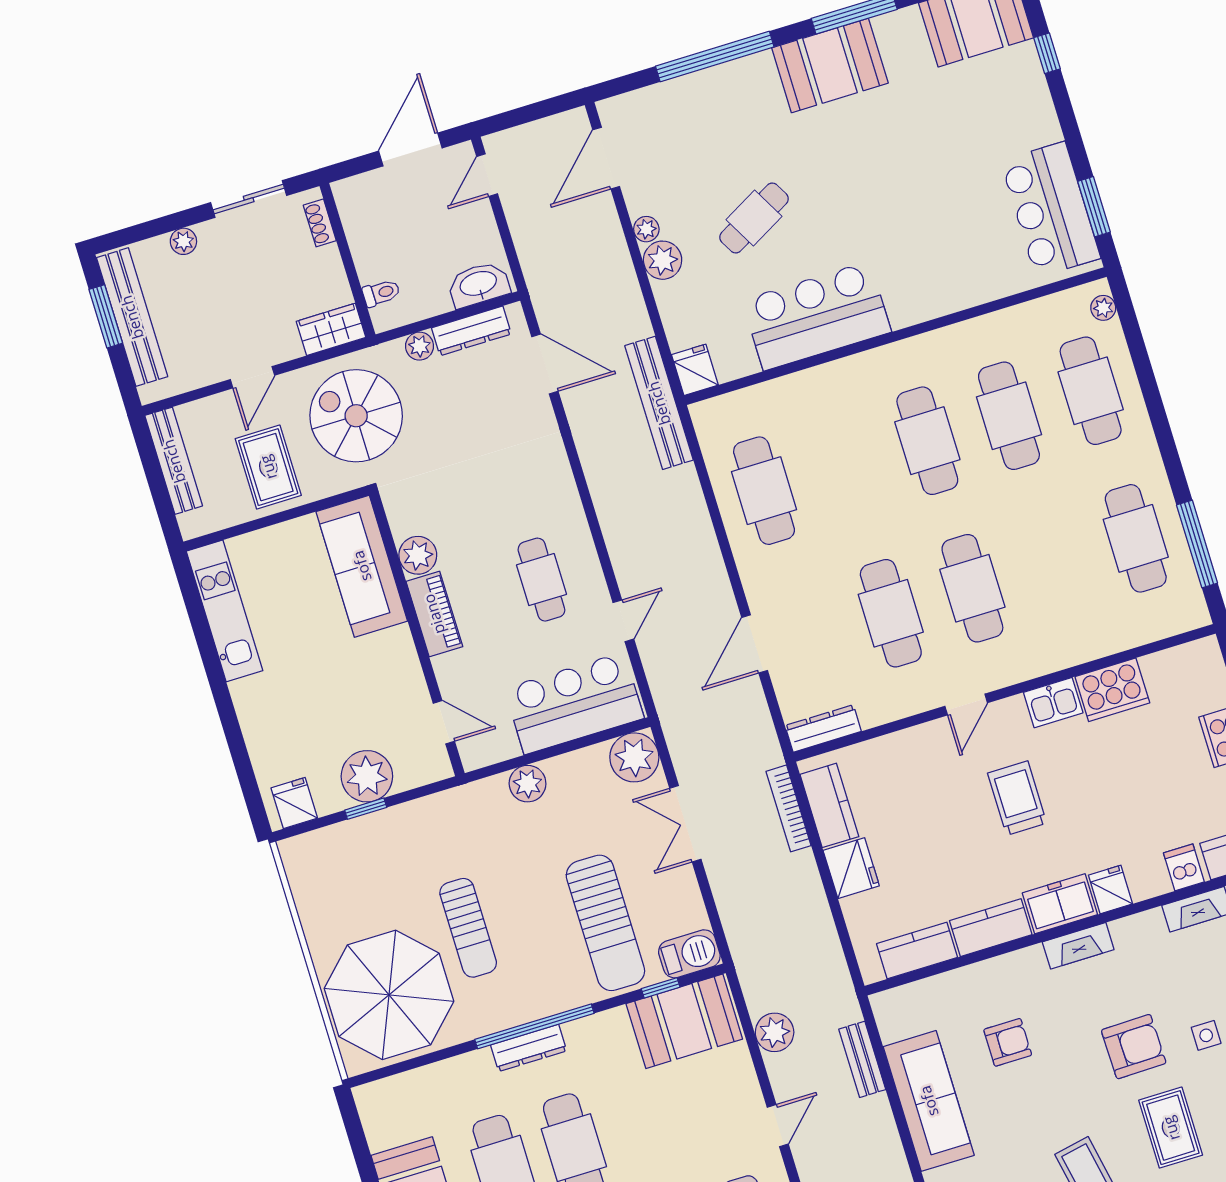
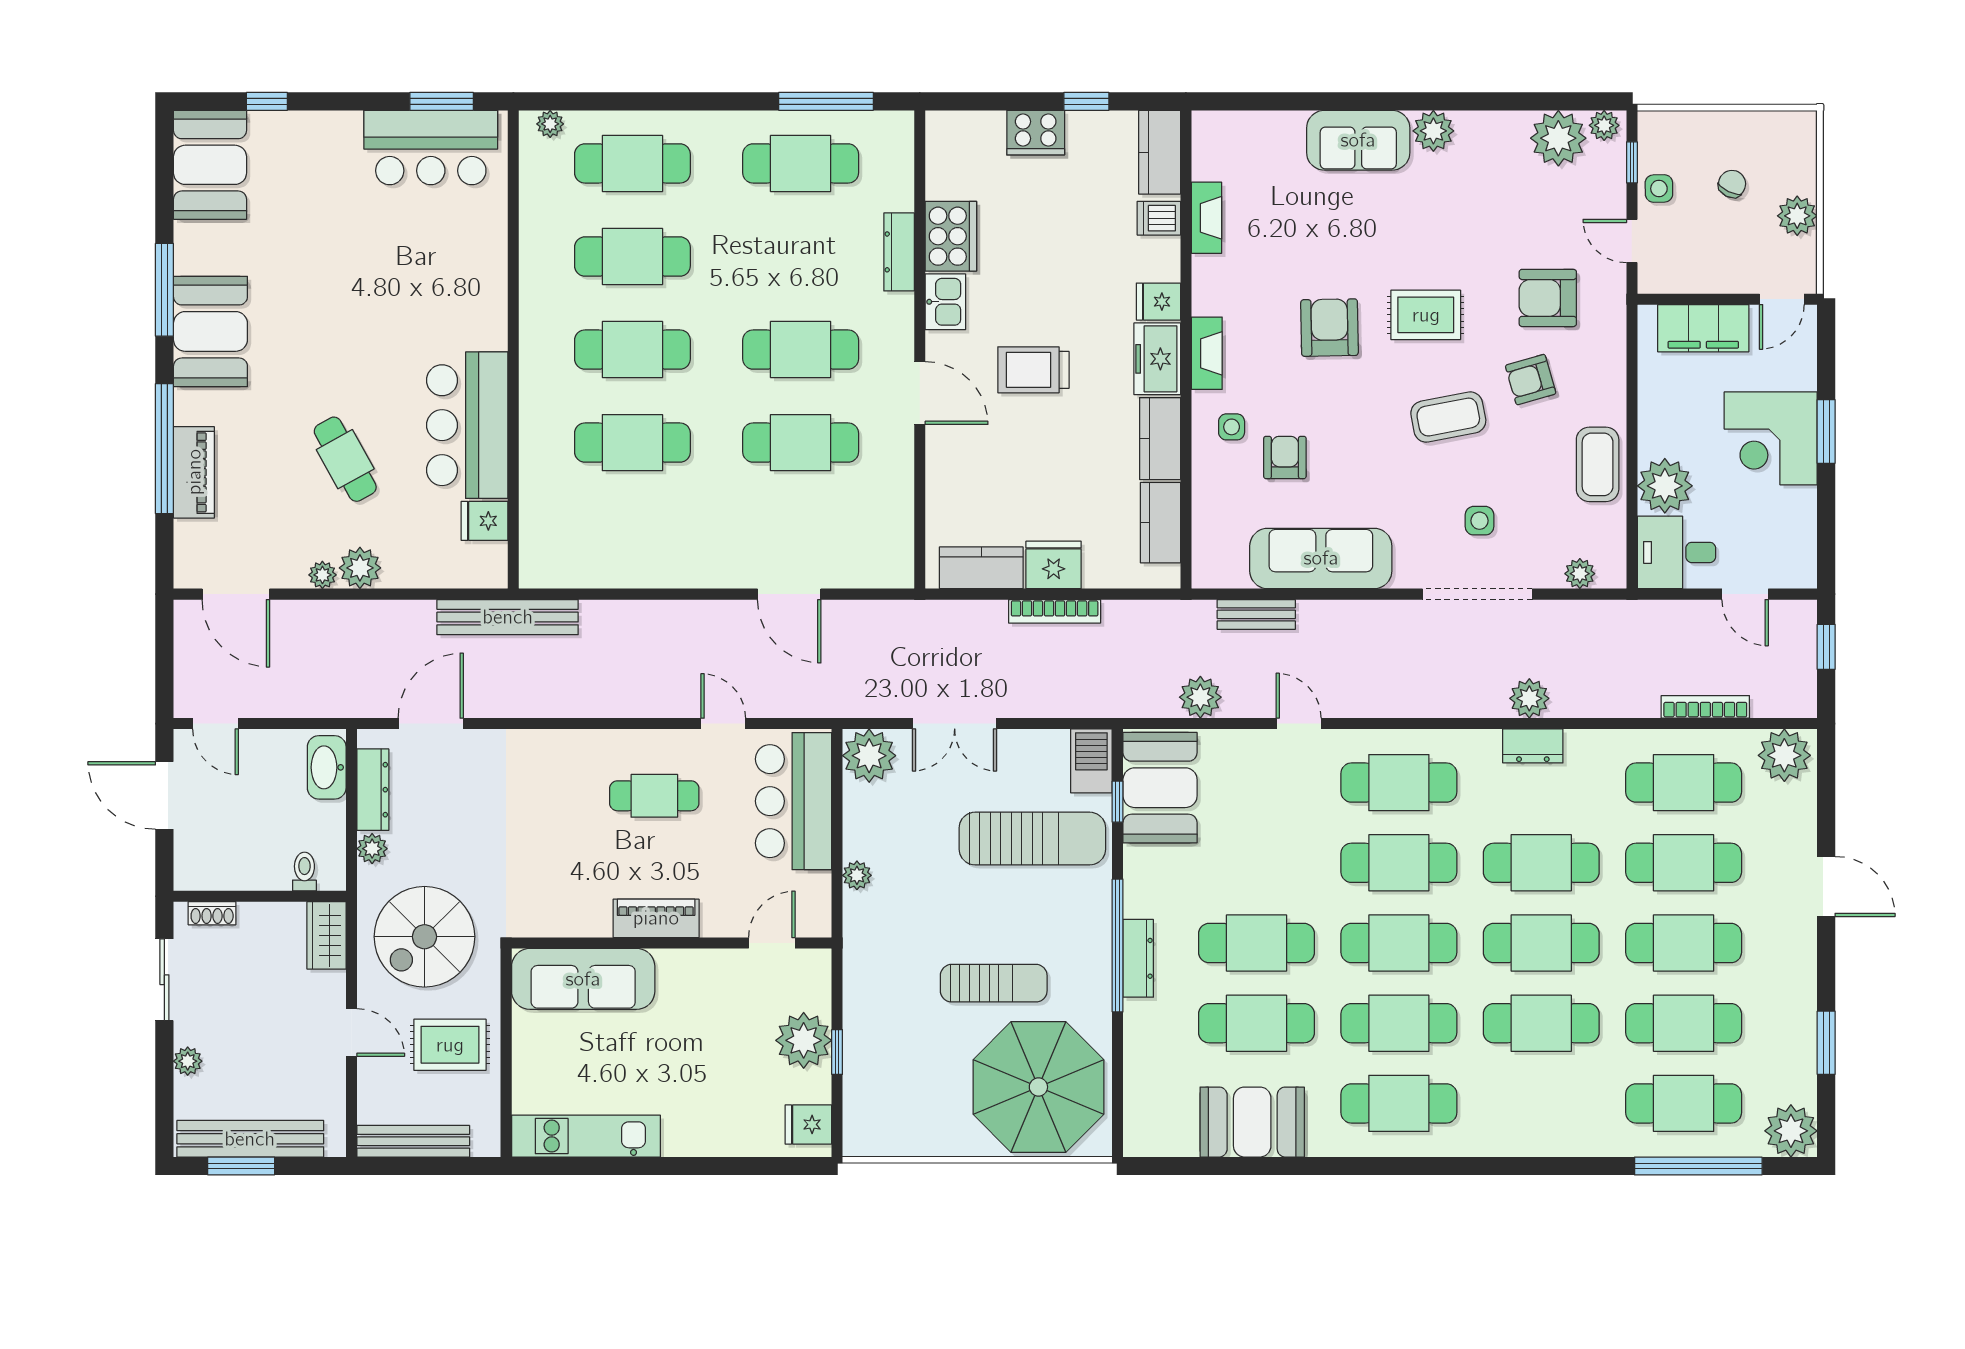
piano: (702, 89) -> (194, 472), added
fridge: (695, 370) -> (485, 521), moved
cafe table: (764, 491) -> (632, 443), moved
plant: (418, 555) -> (590, 917), removed
door: (966, 705) -> (920, 393), width x1.38
dresser: (823, 728) -> (899, 252), moved
plant: (528, 784) -> (857, 875), width x0.73, depth x0.73
bookcase: (789, 808) -> (1055, 611), moved
side table: (1206, 1035) -> (1232, 427), moved

